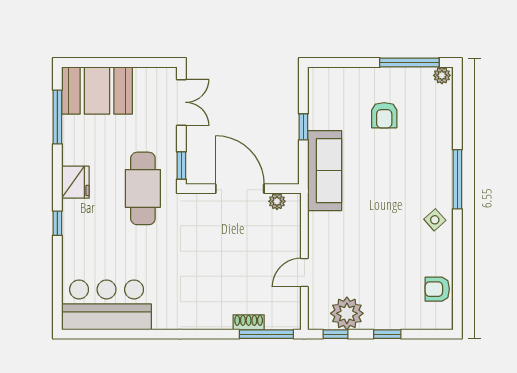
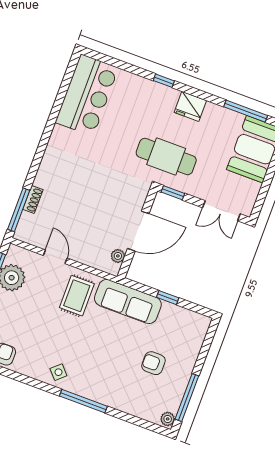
rug: (340, 231) -> (77, 296), added

